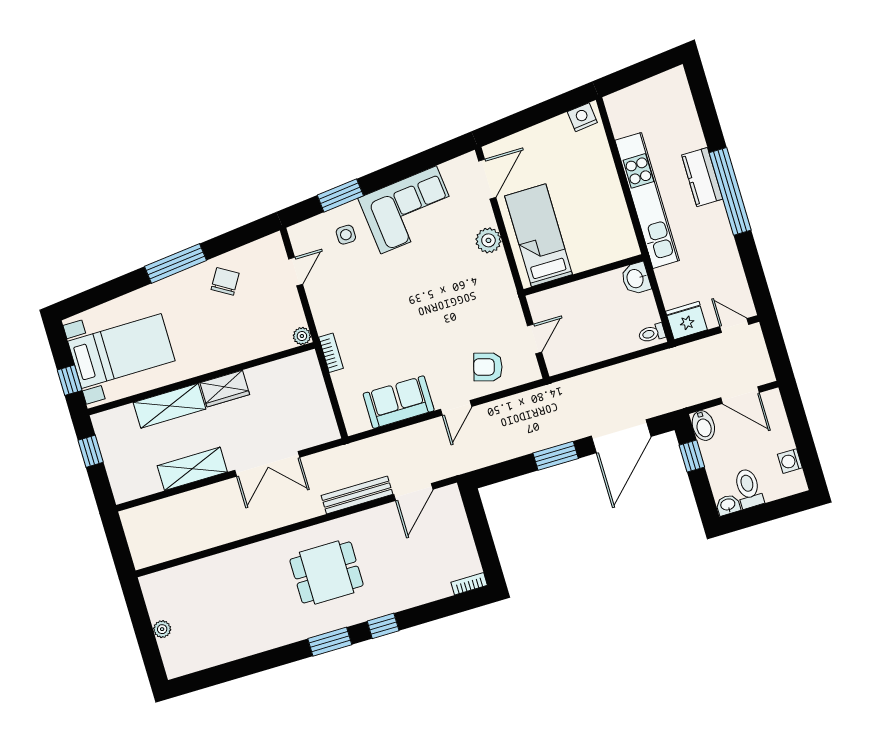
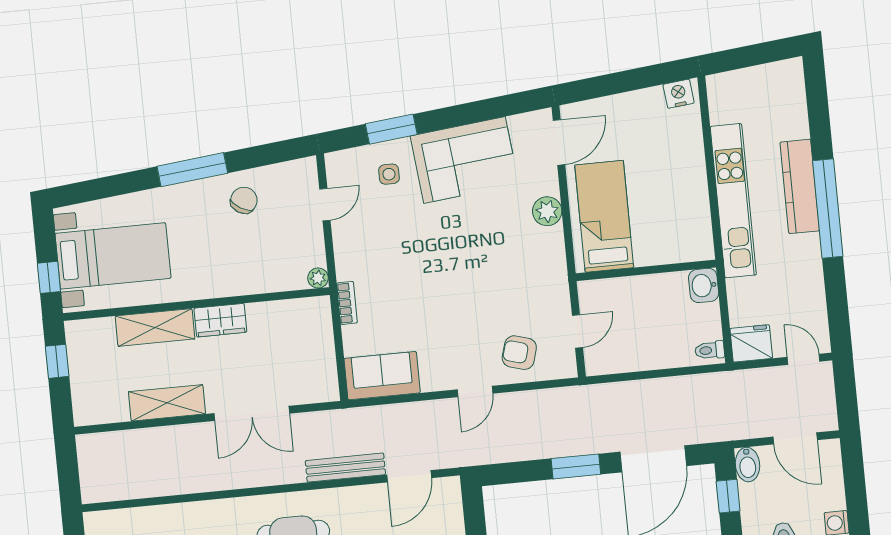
kitchen counter: (702, 177) -> (800, 186), width x1.50
sofa: (399, 402) -> (382, 376), moved

